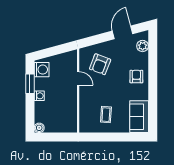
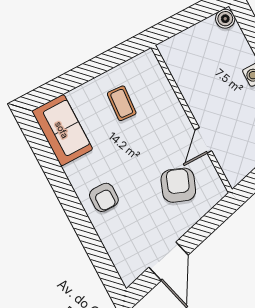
plant: (143, 46) -> (121, 256), removed
door: (78, 78) -> (203, 140), hinge flipped

